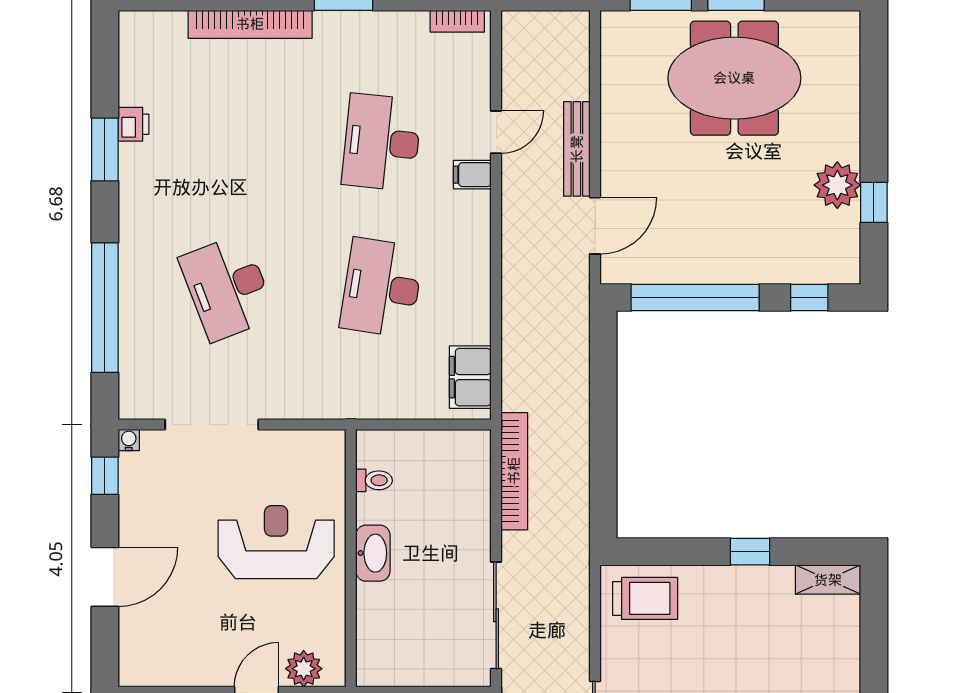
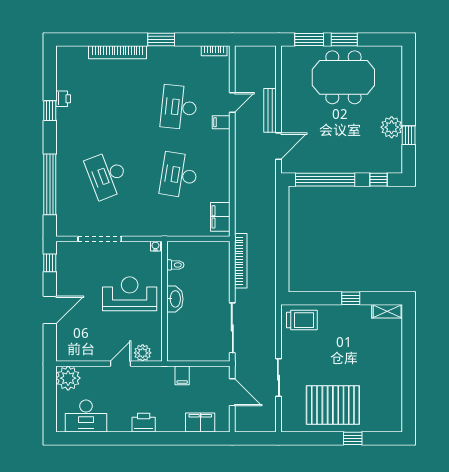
window: (105, 149) -> (50, 111), width x0.67
water cooler: (129, 440) -> (155, 246), moved

